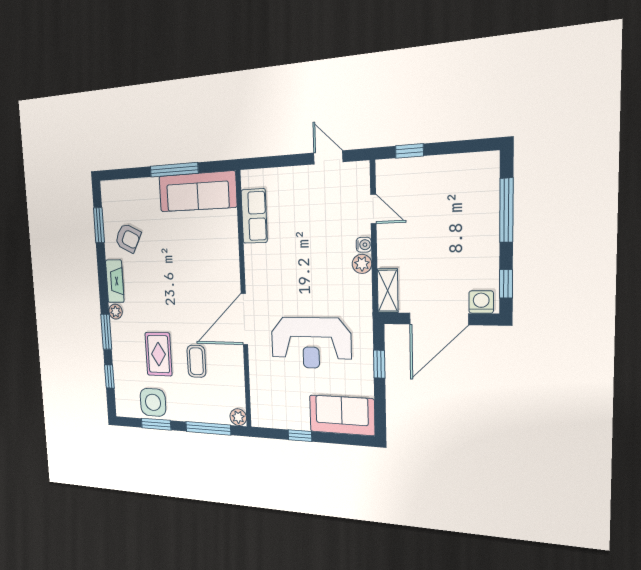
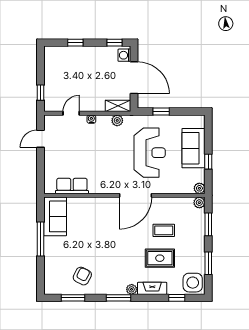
sofa: (197, 192) -> (55, 216), width x0.73
window: (506, 210) -> (75, 43), width x0.46
plant: (362, 264) -> (117, 120), moved
fireplace: (115, 281) -> (152, 288), moved
door: (244, 319) -> (136, 195), hinge flipped
window: (106, 332) -> (119, 298), moved
side table: (153, 402) -> (193, 283), moved
sofa: (342, 415) -> (193, 148), moved
plant: (259, 419) -> (199, 188), added
window: (208, 428) -> (208, 224), width x0.69

